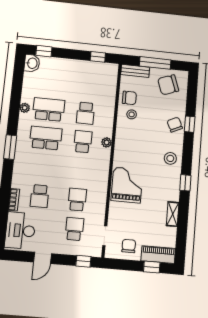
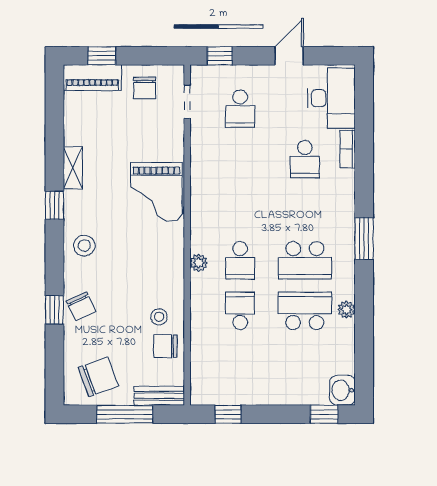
school desk: (49, 109) -> (305, 311), turned 180
school desk: (40, 196) -> (305, 159), turned 180
school desk: (77, 200) -> (240, 159), removed
shelving: (173, 214) -> (73, 168), moved

